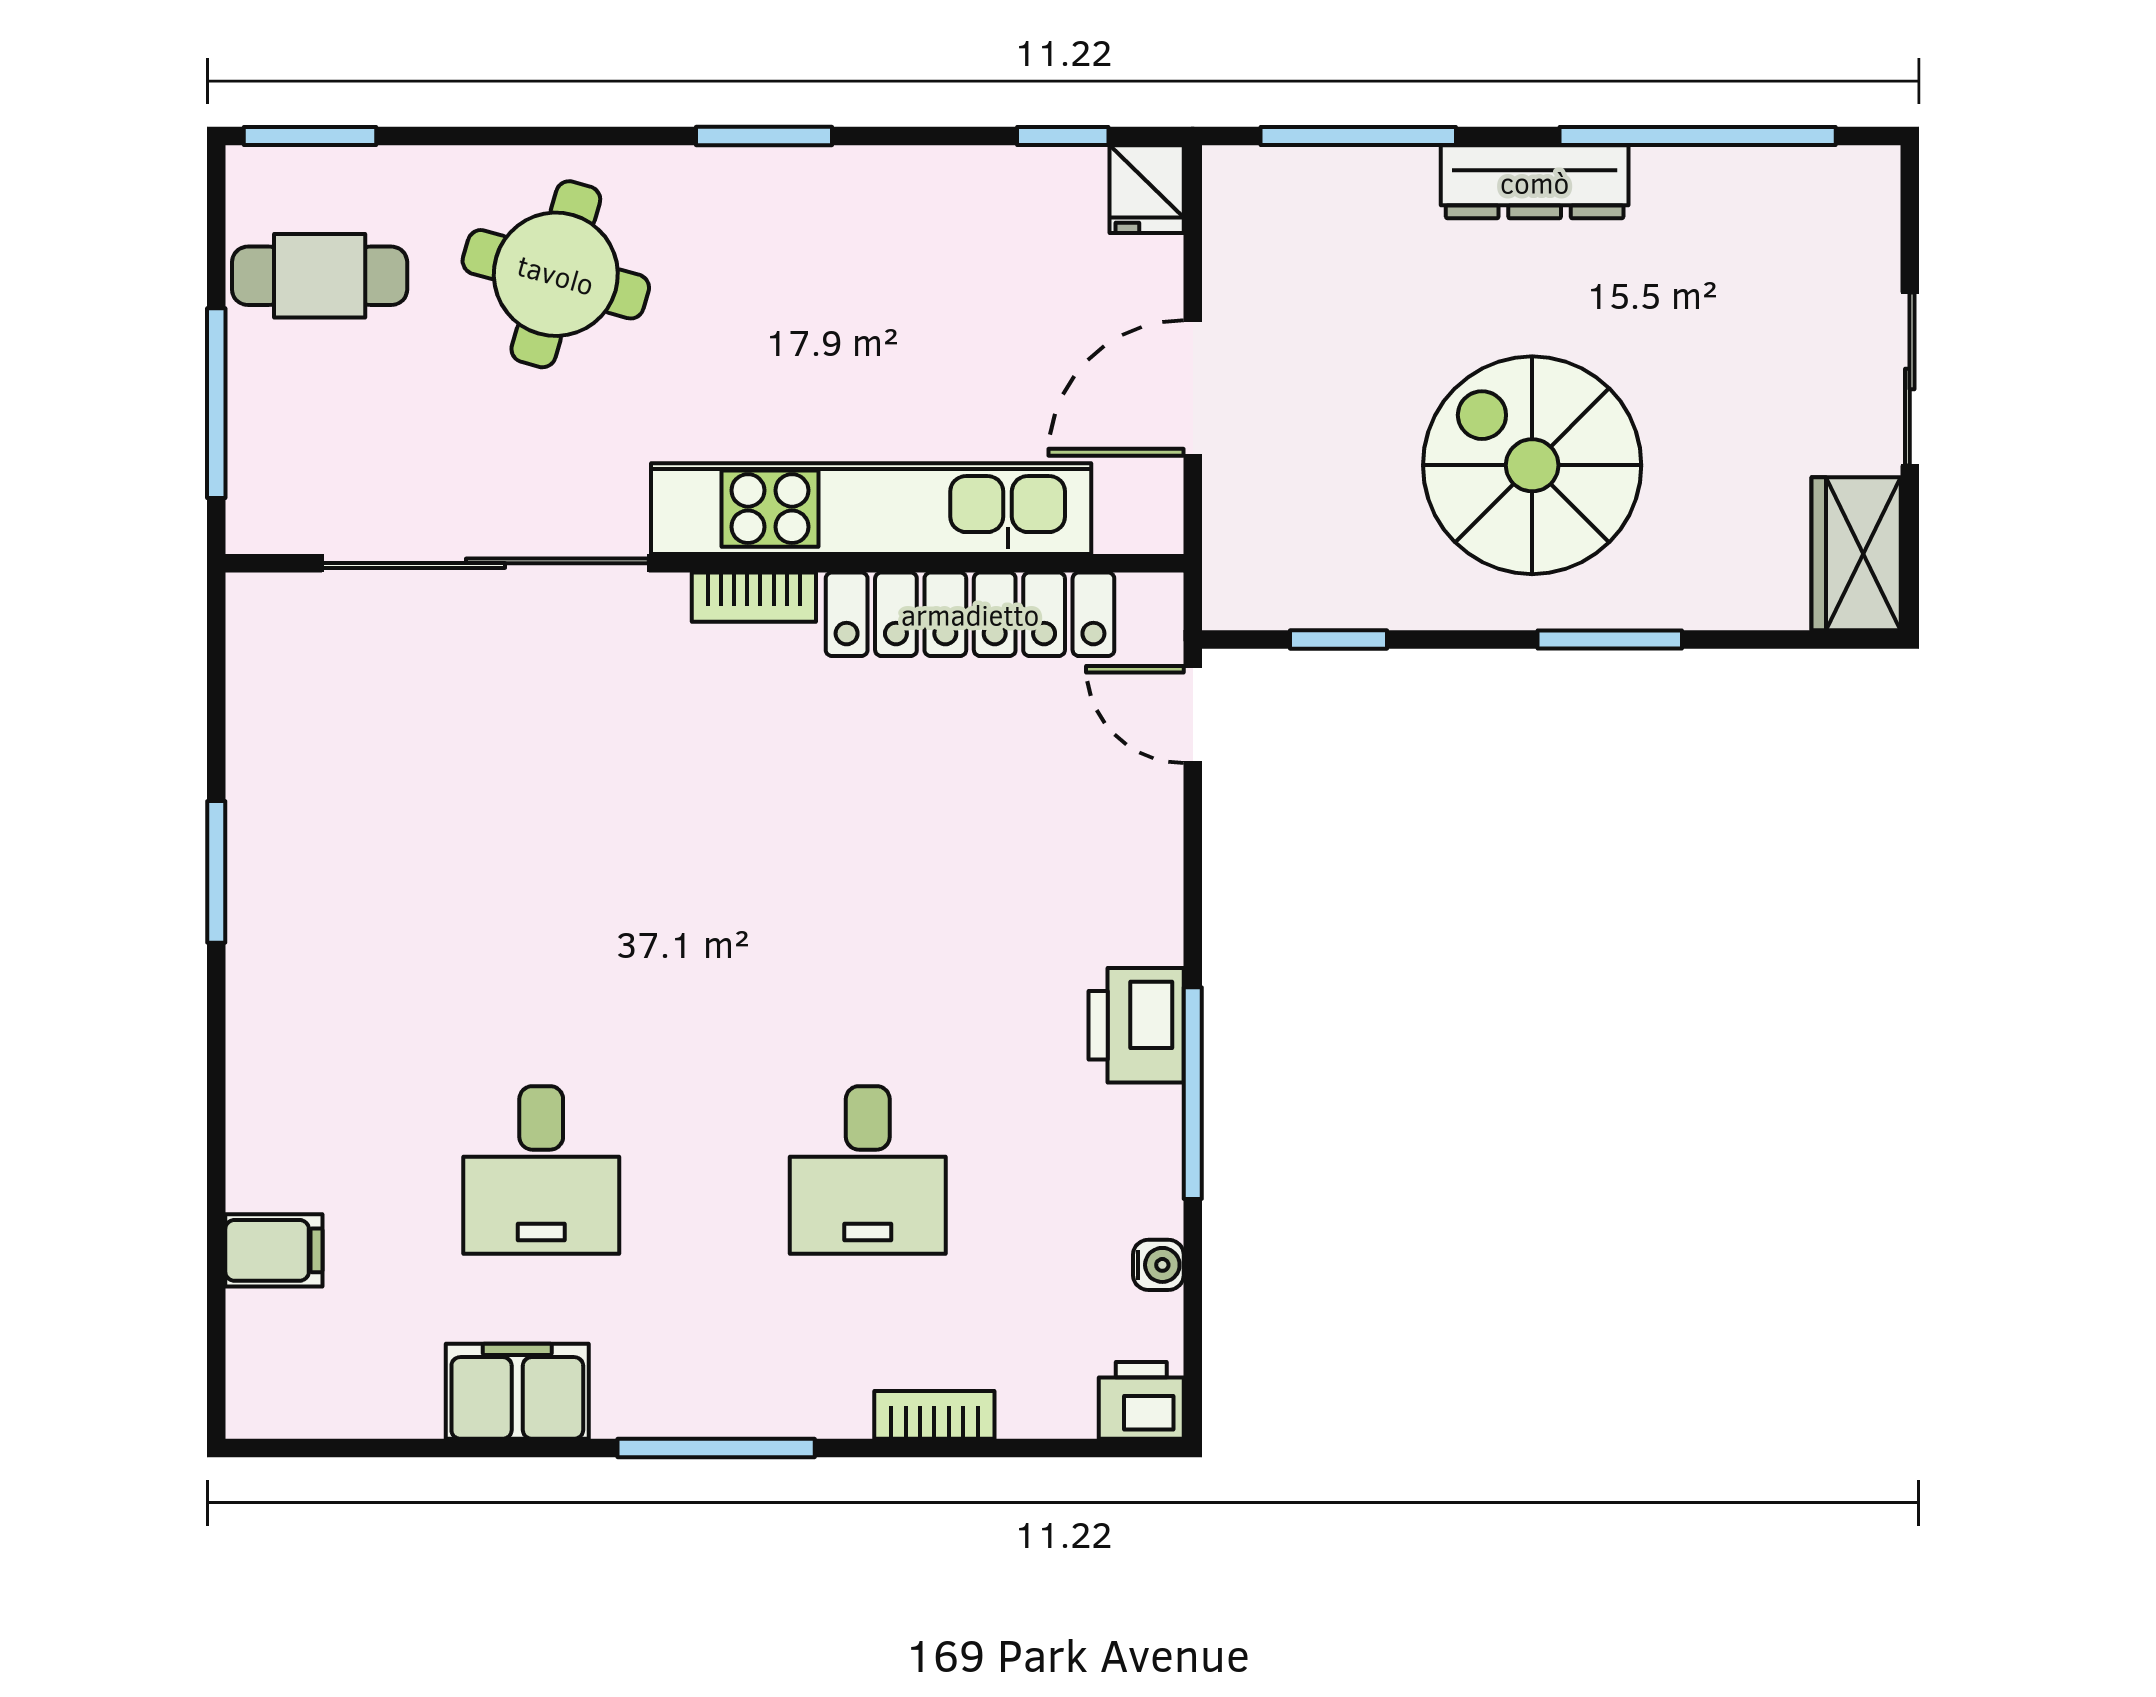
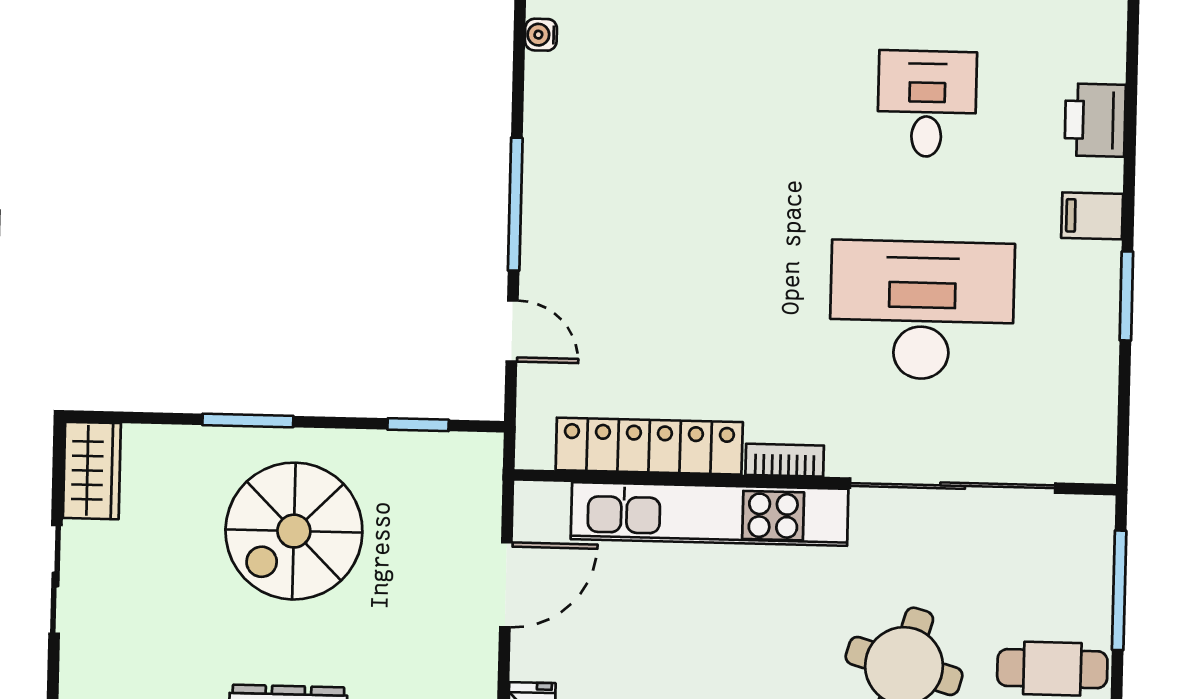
spiral stairs: (1532, 465) -> (294, 531), turned 90
door: (1193, 714) -> (512, 331), moved
printer: (1136, 1025) -> (1095, 120), moved, turned 180
window: (1193, 1093) -> (515, 204), moved
desk: (868, 1170) -> (922, 310), moved, width x1.87, depth x1.30
filing cabinet: (274, 1250) -> (1092, 216), moved

